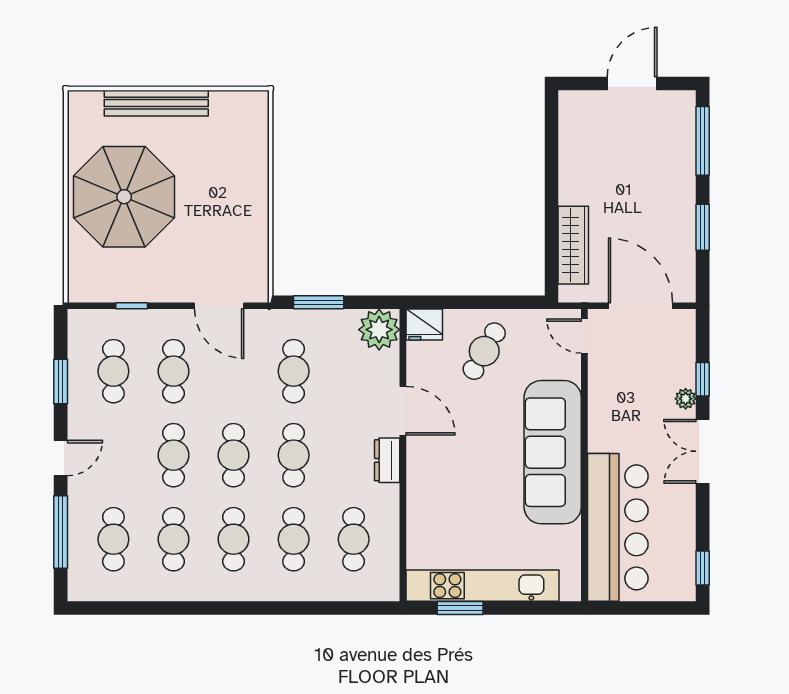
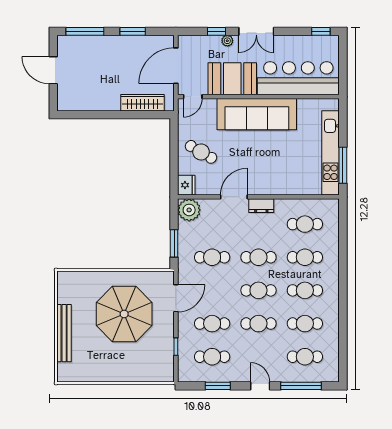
parasol: (124, 197) -> (124, 314), moved
booth: (617, 408) -> (232, 79), added
window: (460, 608) -> (343, 165), width x1.44

